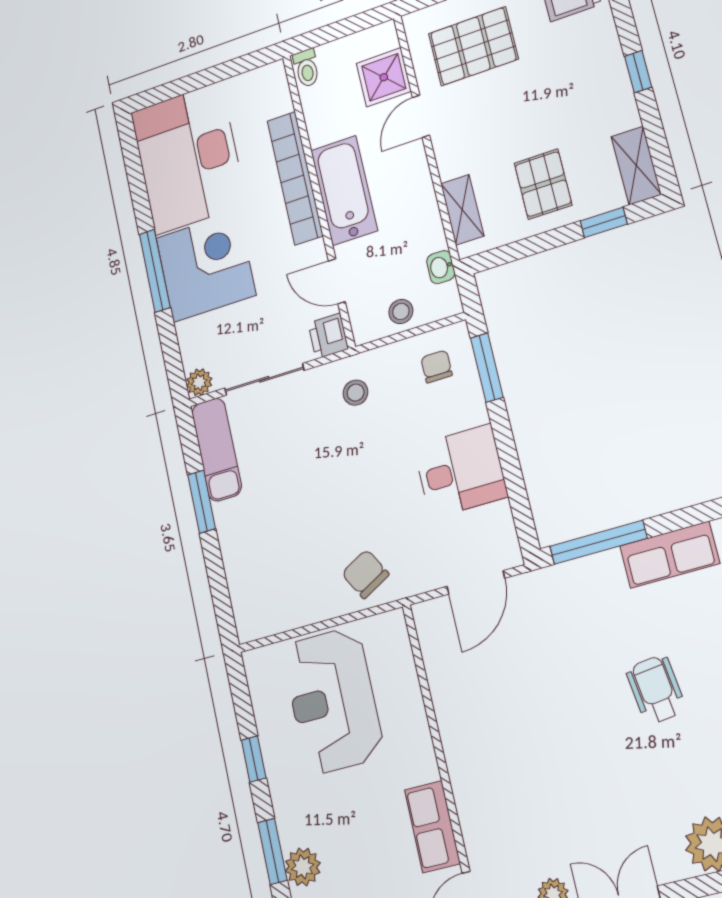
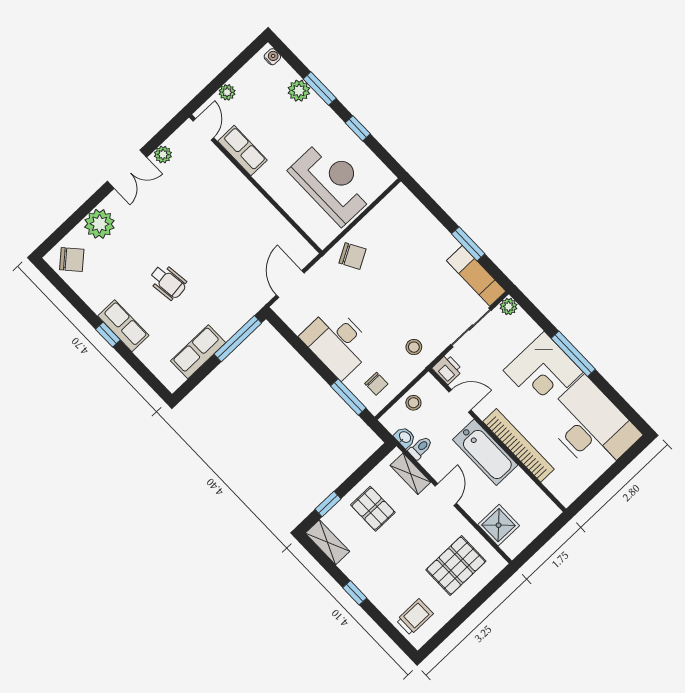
toilet: (306, 68) -> (420, 448), moved, turned 90
door: (421, 116) -> (446, 495), moved
desk: (461, 471) -> (337, 342), width x1.37

